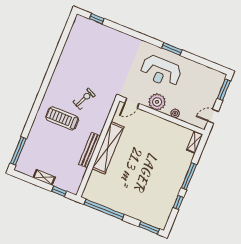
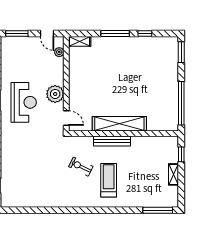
plant: (175, 113) -> (59, 52), moved
treadmill: (62, 118) -> (109, 180), turned 180
bench: (90, 150) -> (112, 141), moved

